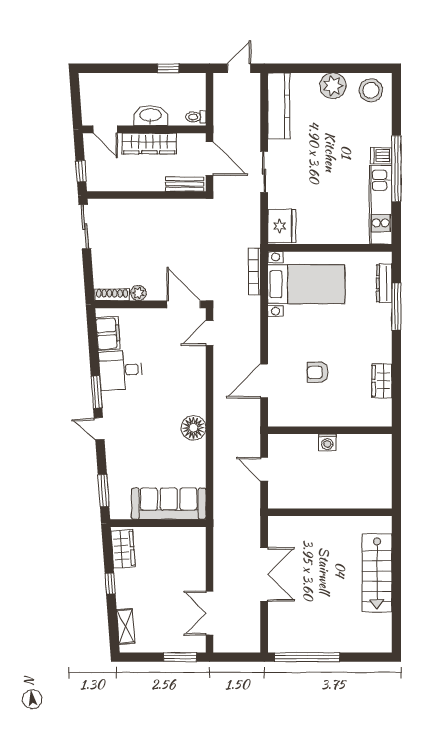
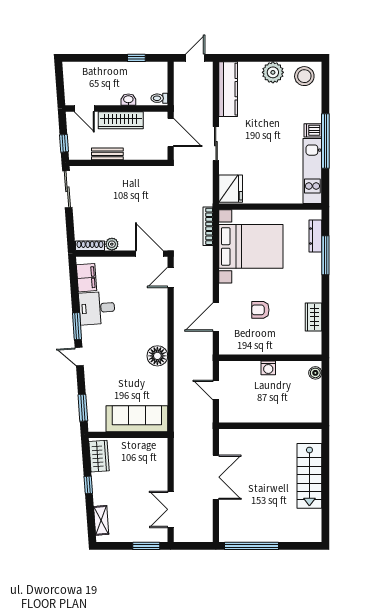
washbasin: (150, 116) -> (128, 100), width x0.52, depth x0.69
bench: (185, 184) -> (107, 154), moved
bed with nightstands: (306, 284) -> (251, 246), width x1.36
boiler: (384, 448) -> (315, 373), added

